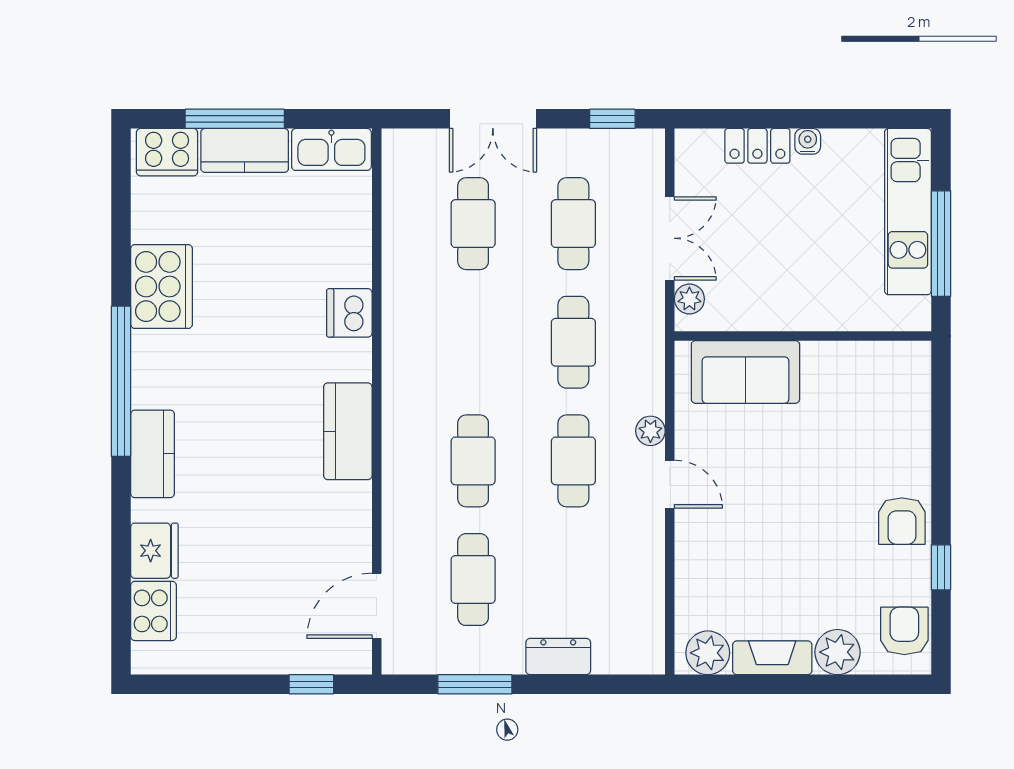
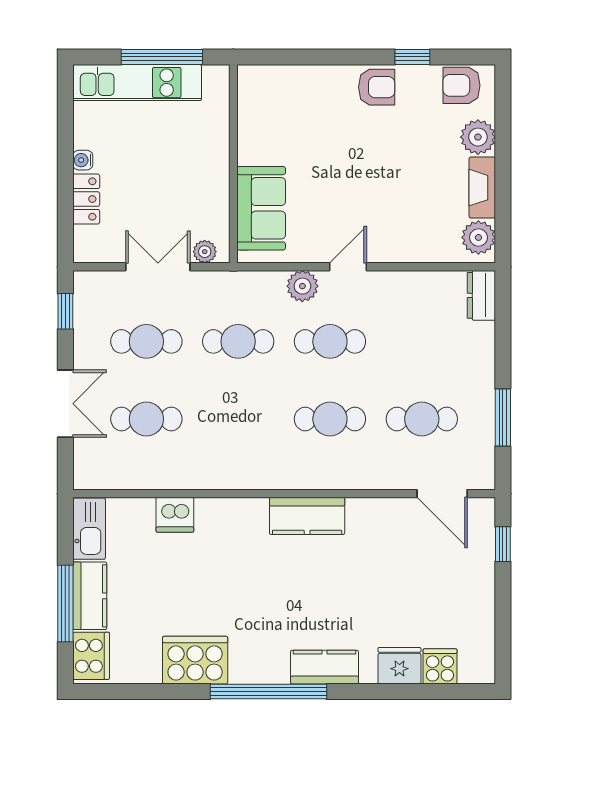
dishwasher: (349, 313) -> (175, 515), moved
plant: (650, 431) -> (302, 286), width x1.38, depth x1.38
cooker: (153, 611) -> (440, 666), width x0.73
dresser: (558, 657) -> (481, 295), moved

